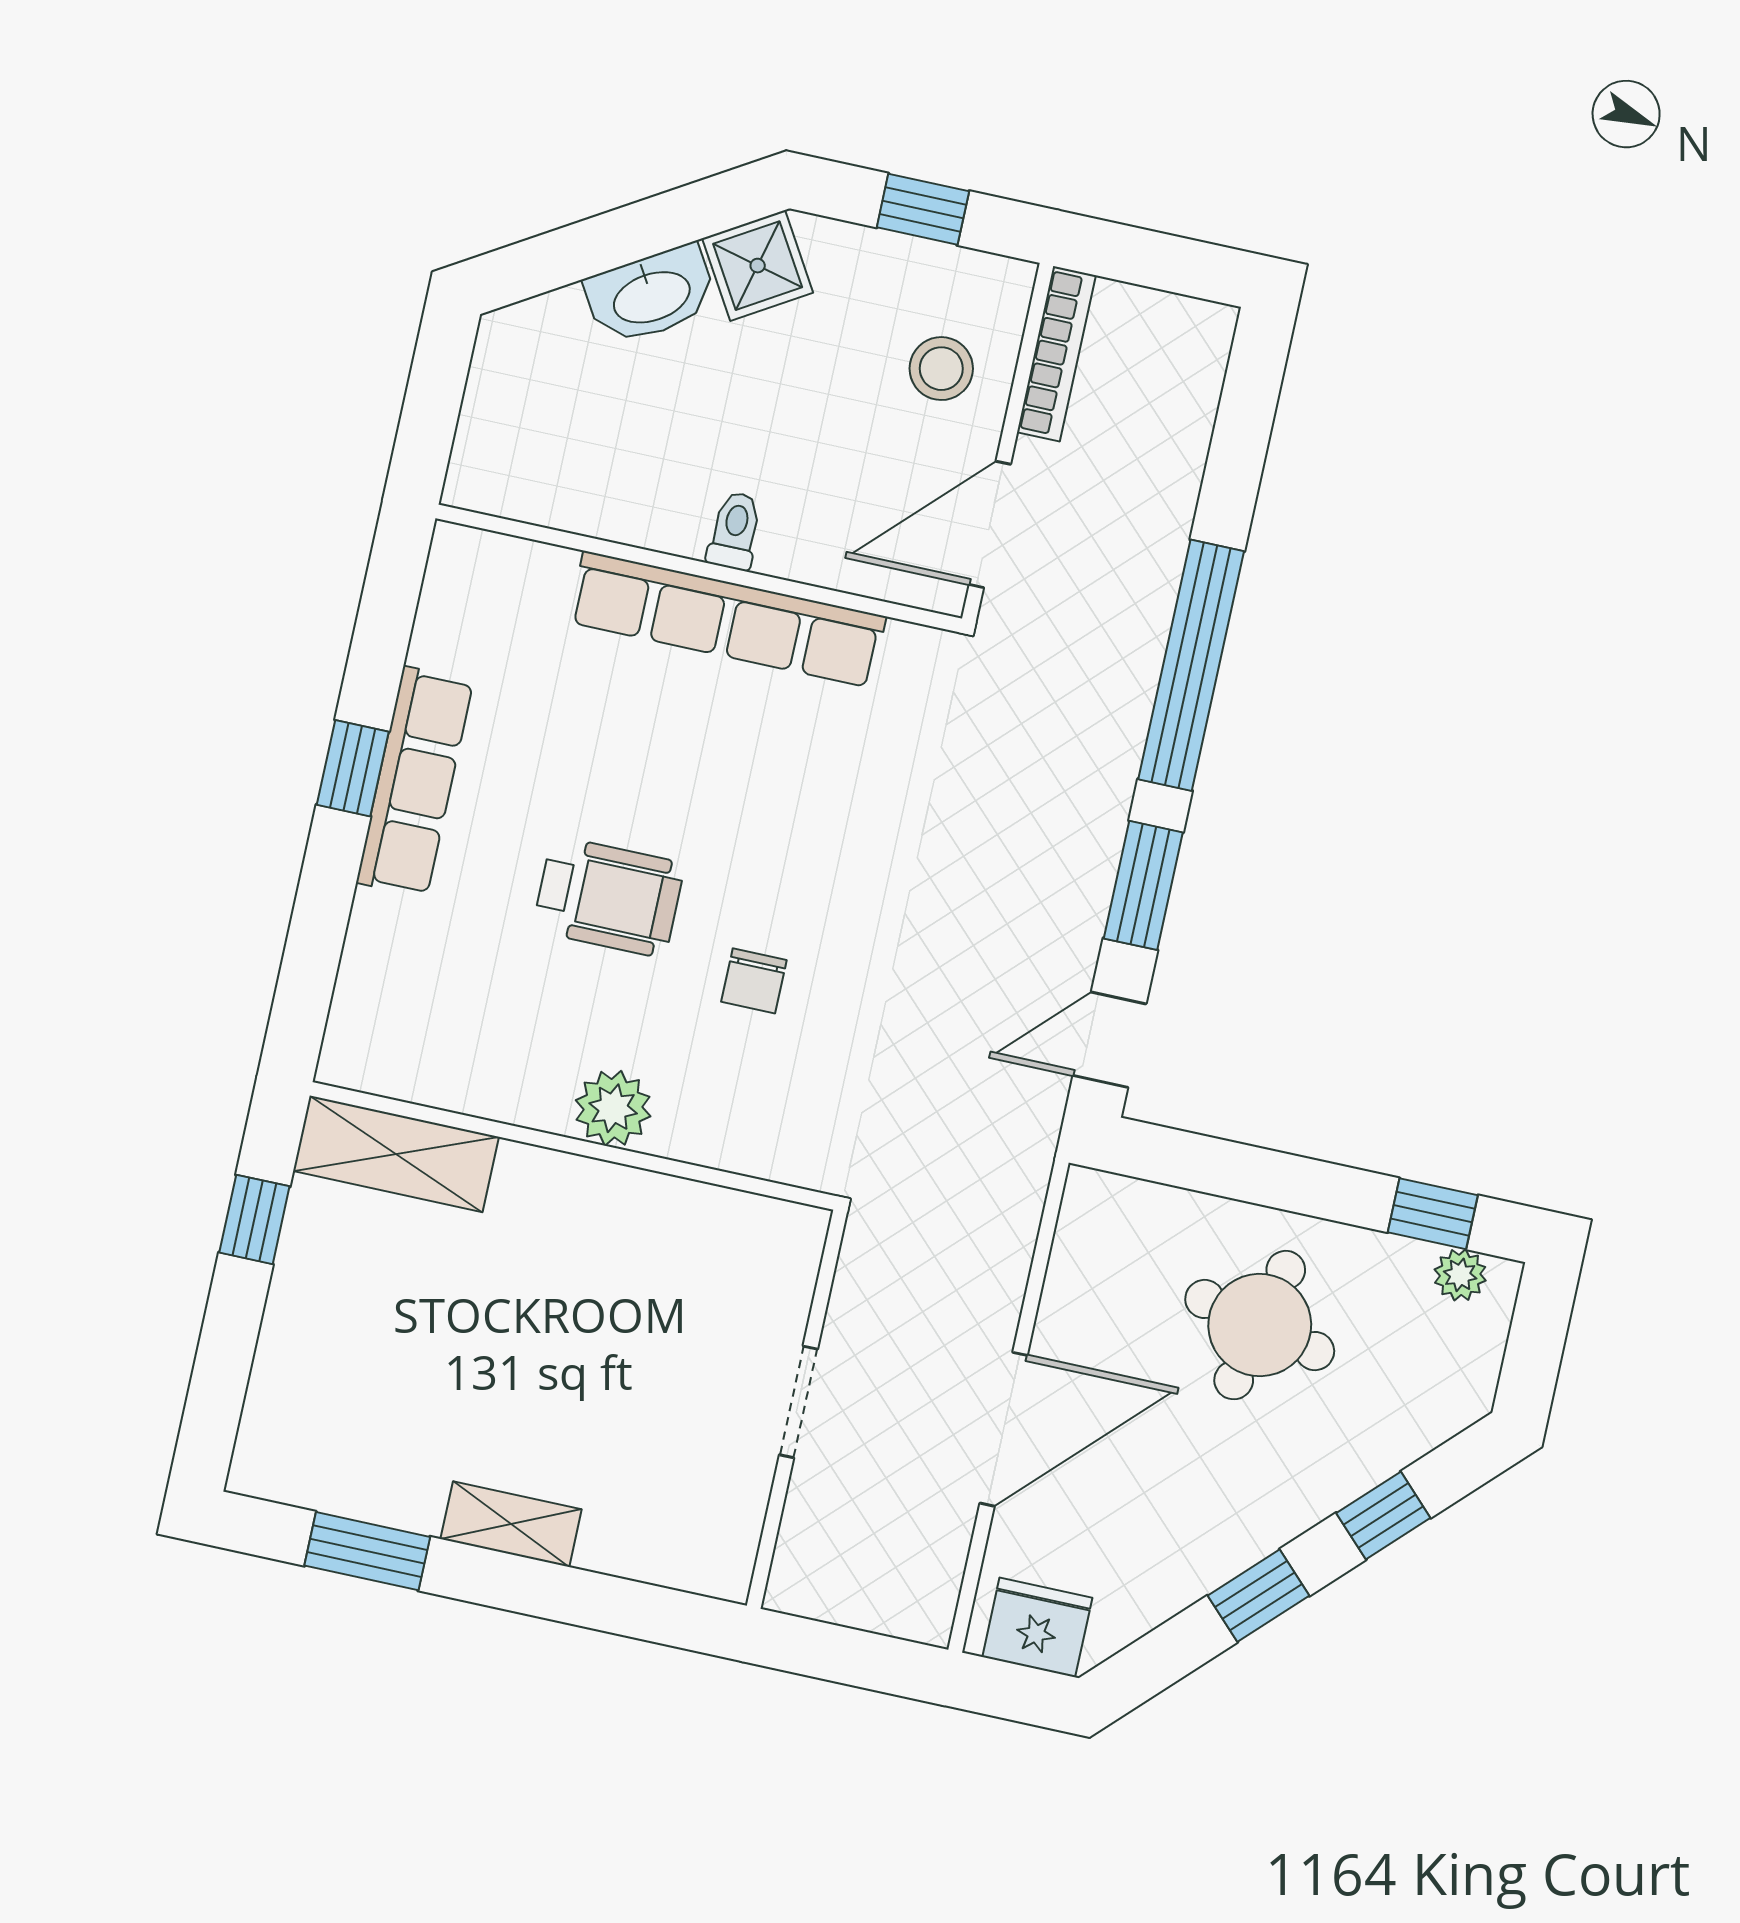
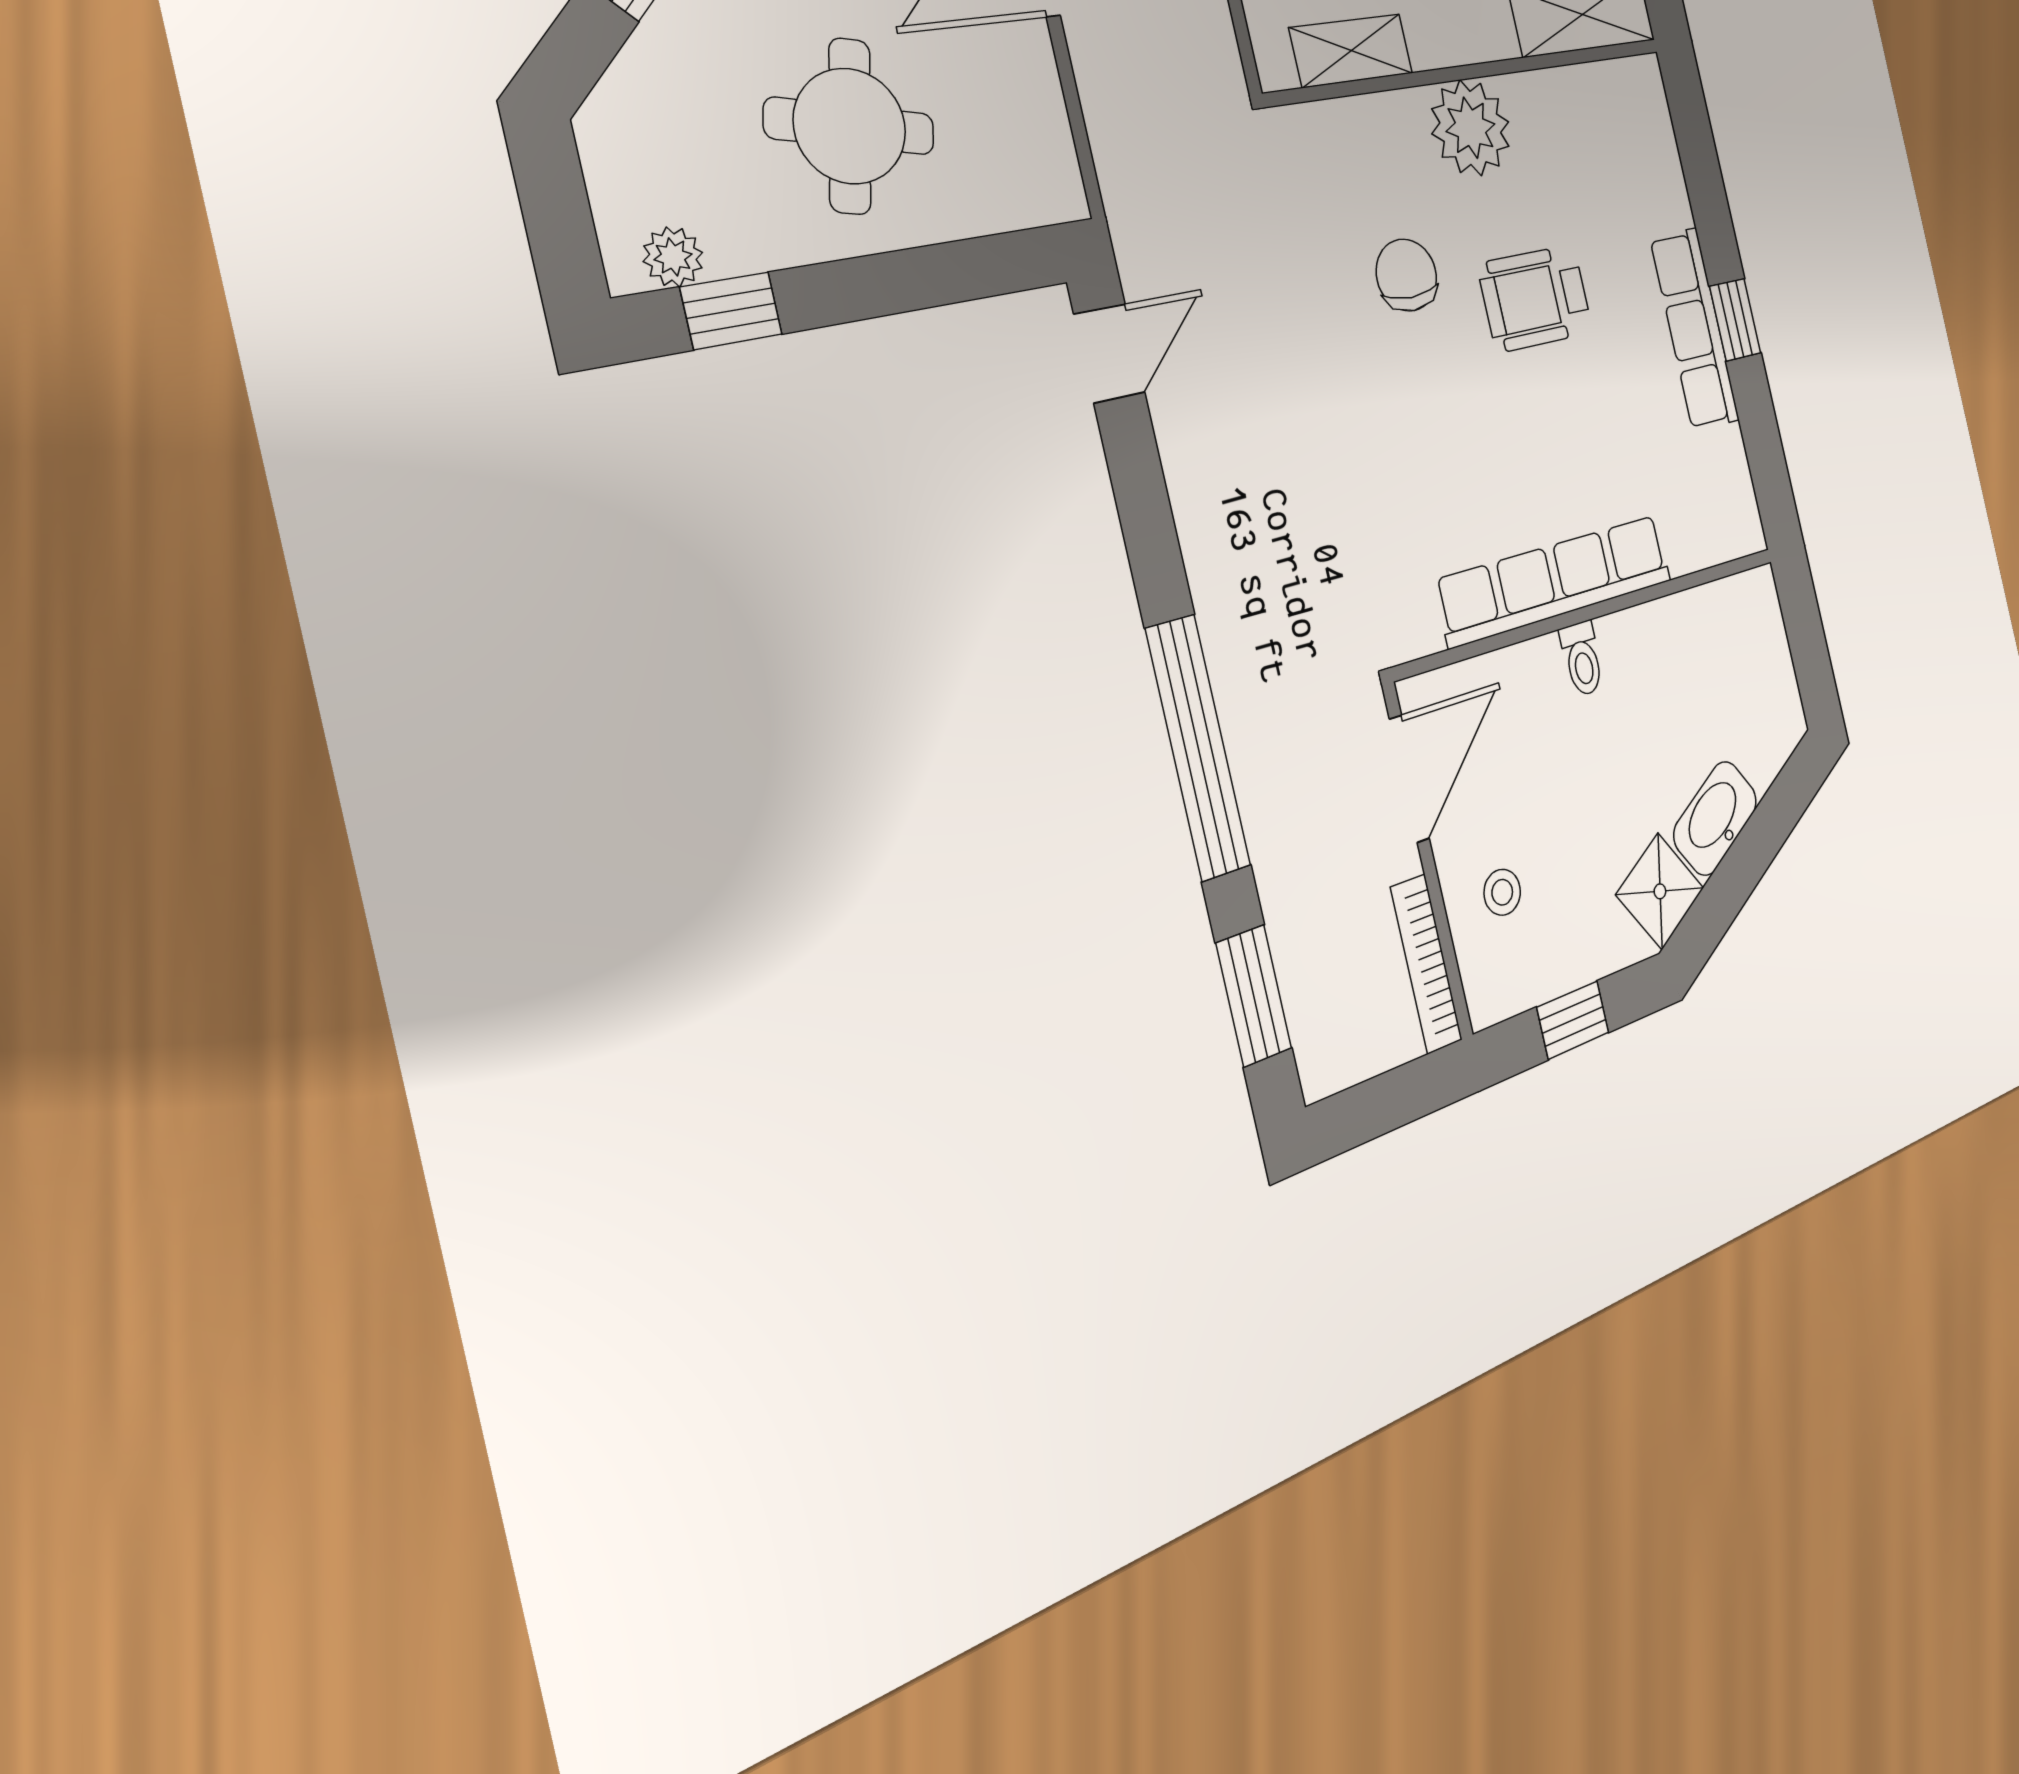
stool: (941, 369) -> (1502, 892), width x0.73, depth x0.73
window: (1143, 885) -> (1254, 996), moved
chair: (754, 981) -> (1406, 275), width x1.37, depth x1.37
plant: (613, 1108) -> (1471, 128), width x1.36, depth x1.36
shelving: (709, 1215) -> (1351, 51), added

